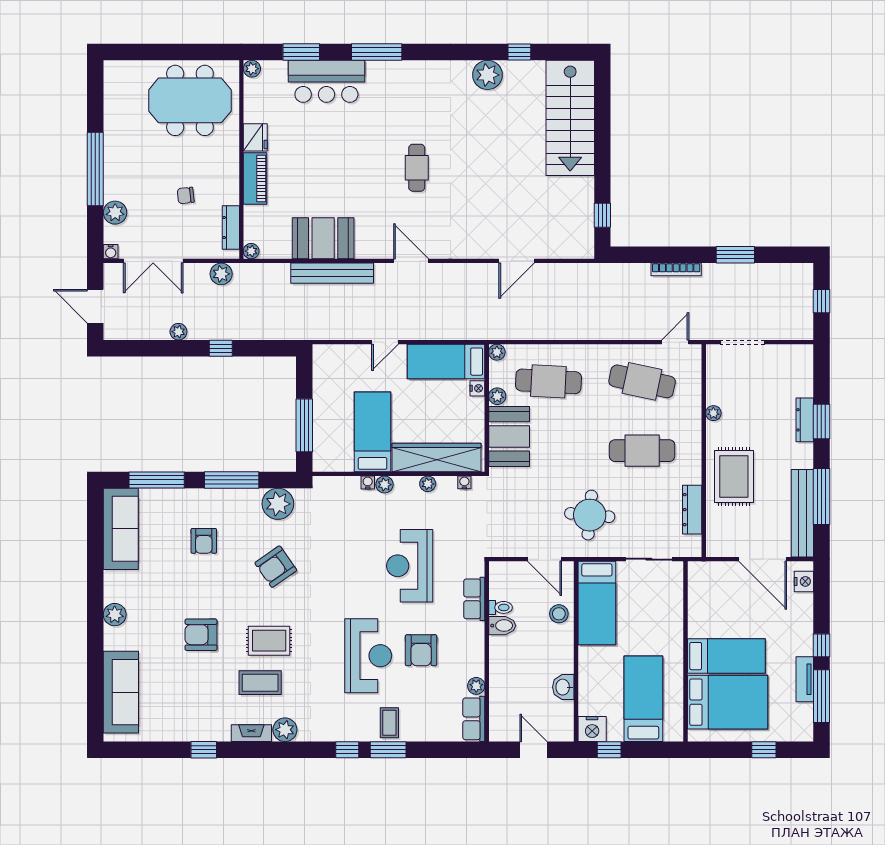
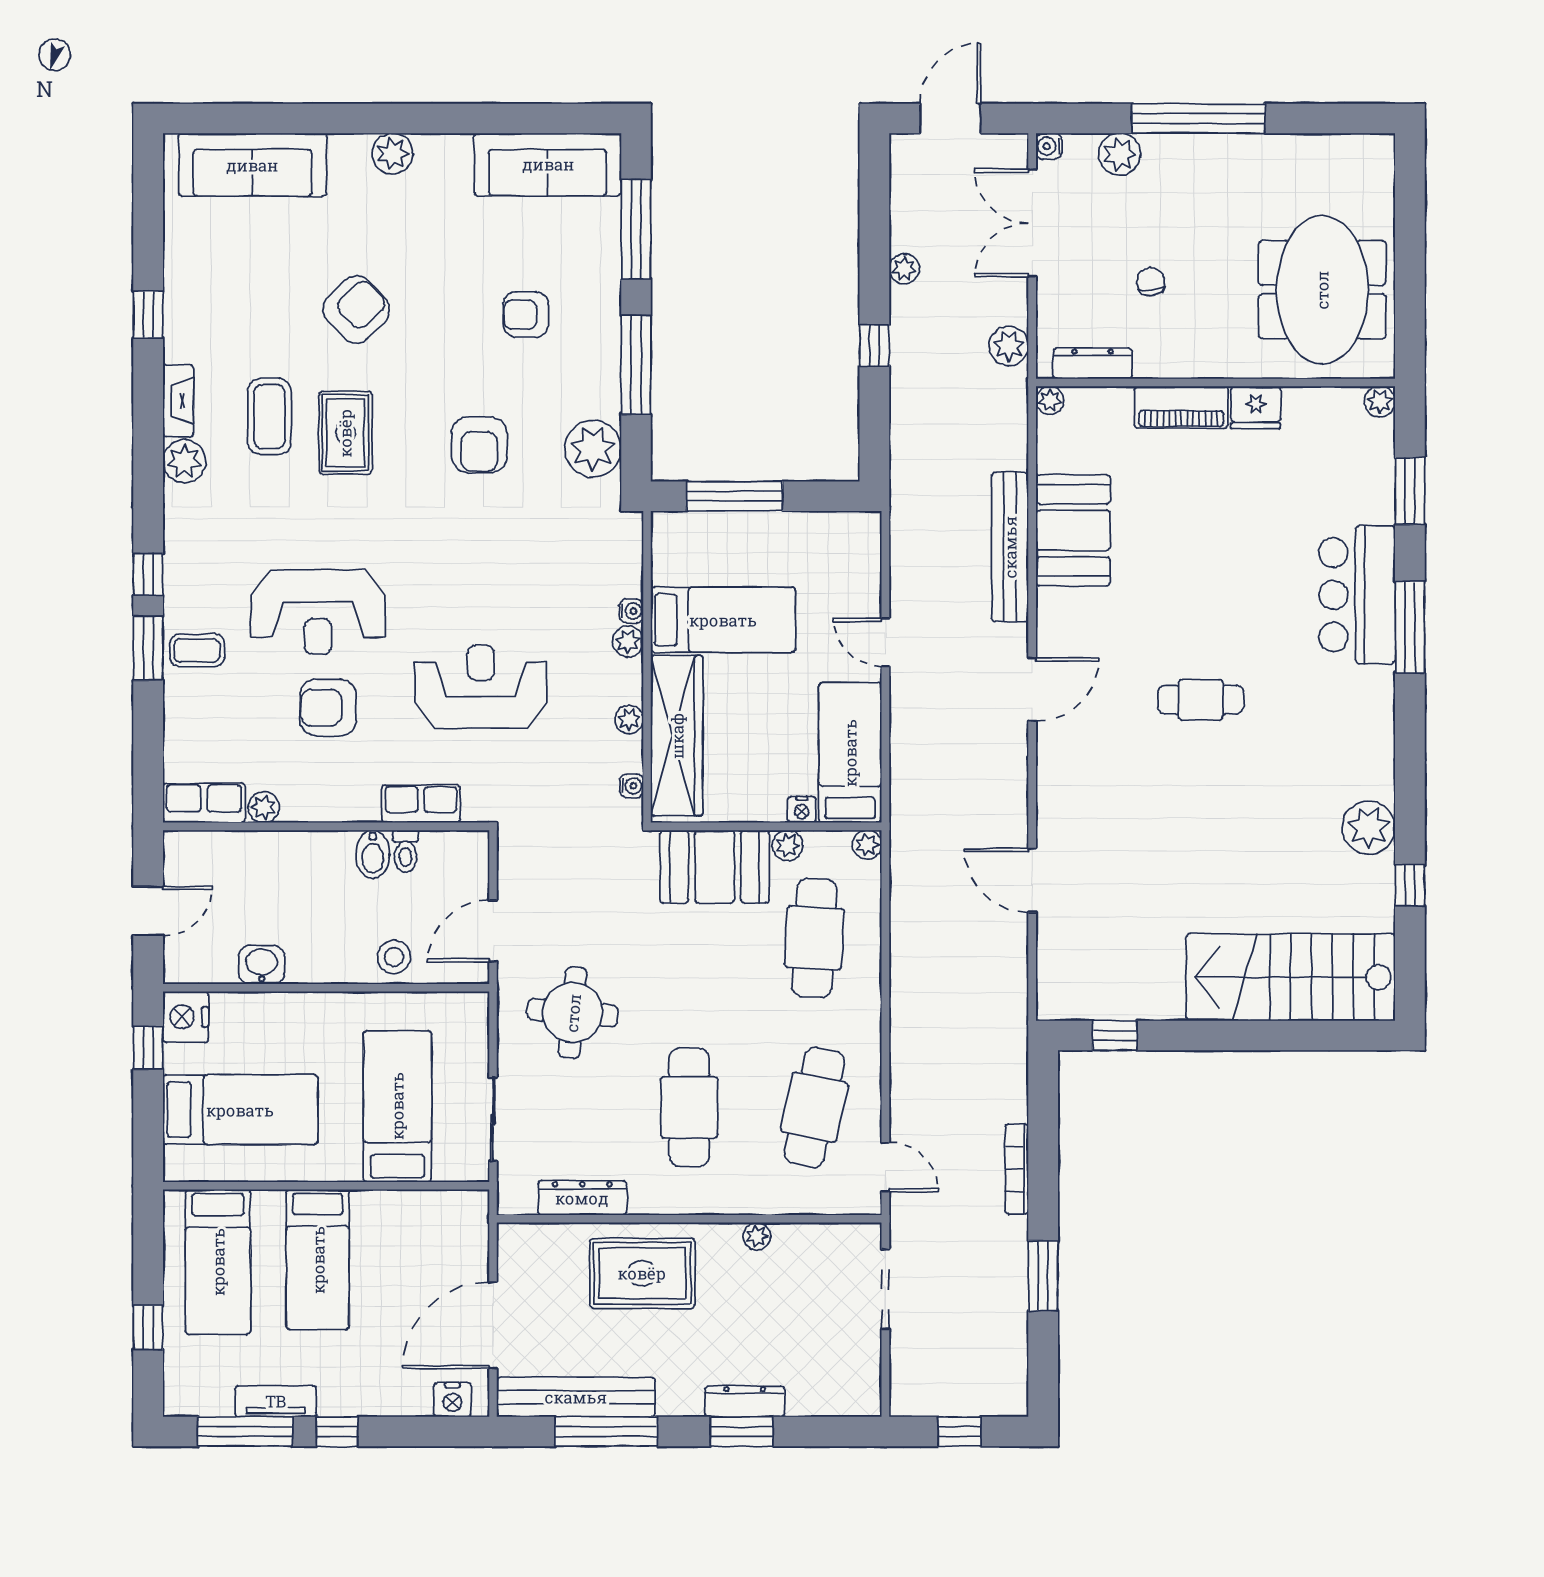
bar counter: (326, 81) -> (1357, 595), moved
armchair: (276, 567) -> (479, 445), turned -145
bed: (597, 603) -> (397, 1106), moved, turned 90
armchair: (201, 635) -> (356, 310), turned 46
bed: (728, 702) -> (218, 1262), width x0.67

